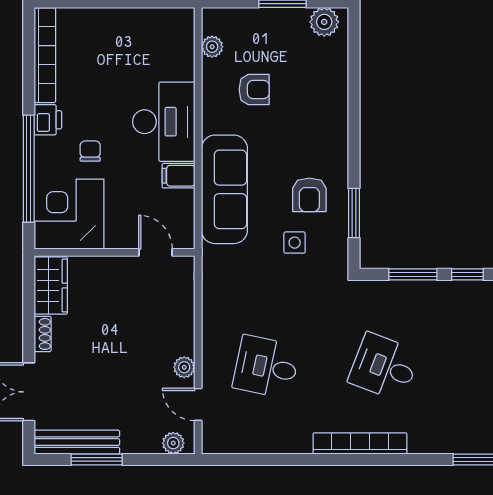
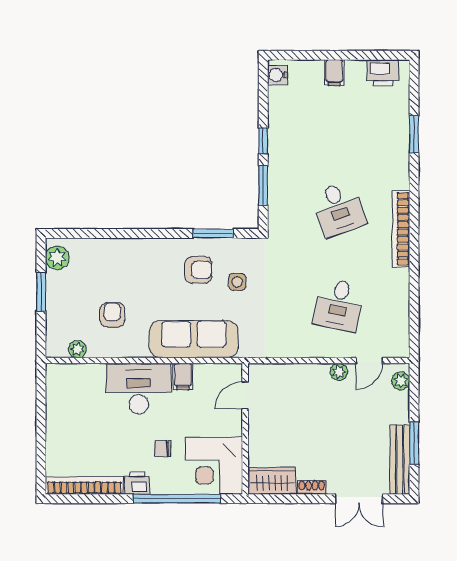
desk: (384, 367) -> (339, 209), turned -42

